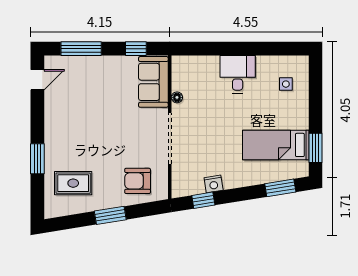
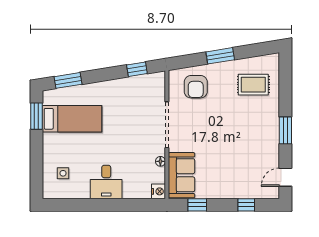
window: (81, 49) -> (246, 205), width x0.46
window: (37, 159) -> (285, 130), moved
armchair: (138, 181) -> (196, 87), turned 90
nightstand: (214, 184) -> (158, 191), moved, turned 99

